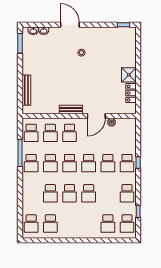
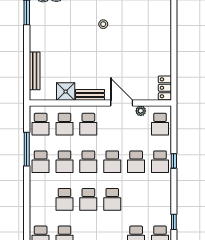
shower: (129, 75) -> (66, 92), moved
locker: (131, 93) -> (165, 88), moved
door: (96, 116) -> (122, 103), swing flipped
school desk: (127, 193) -> (160, 124), moved

